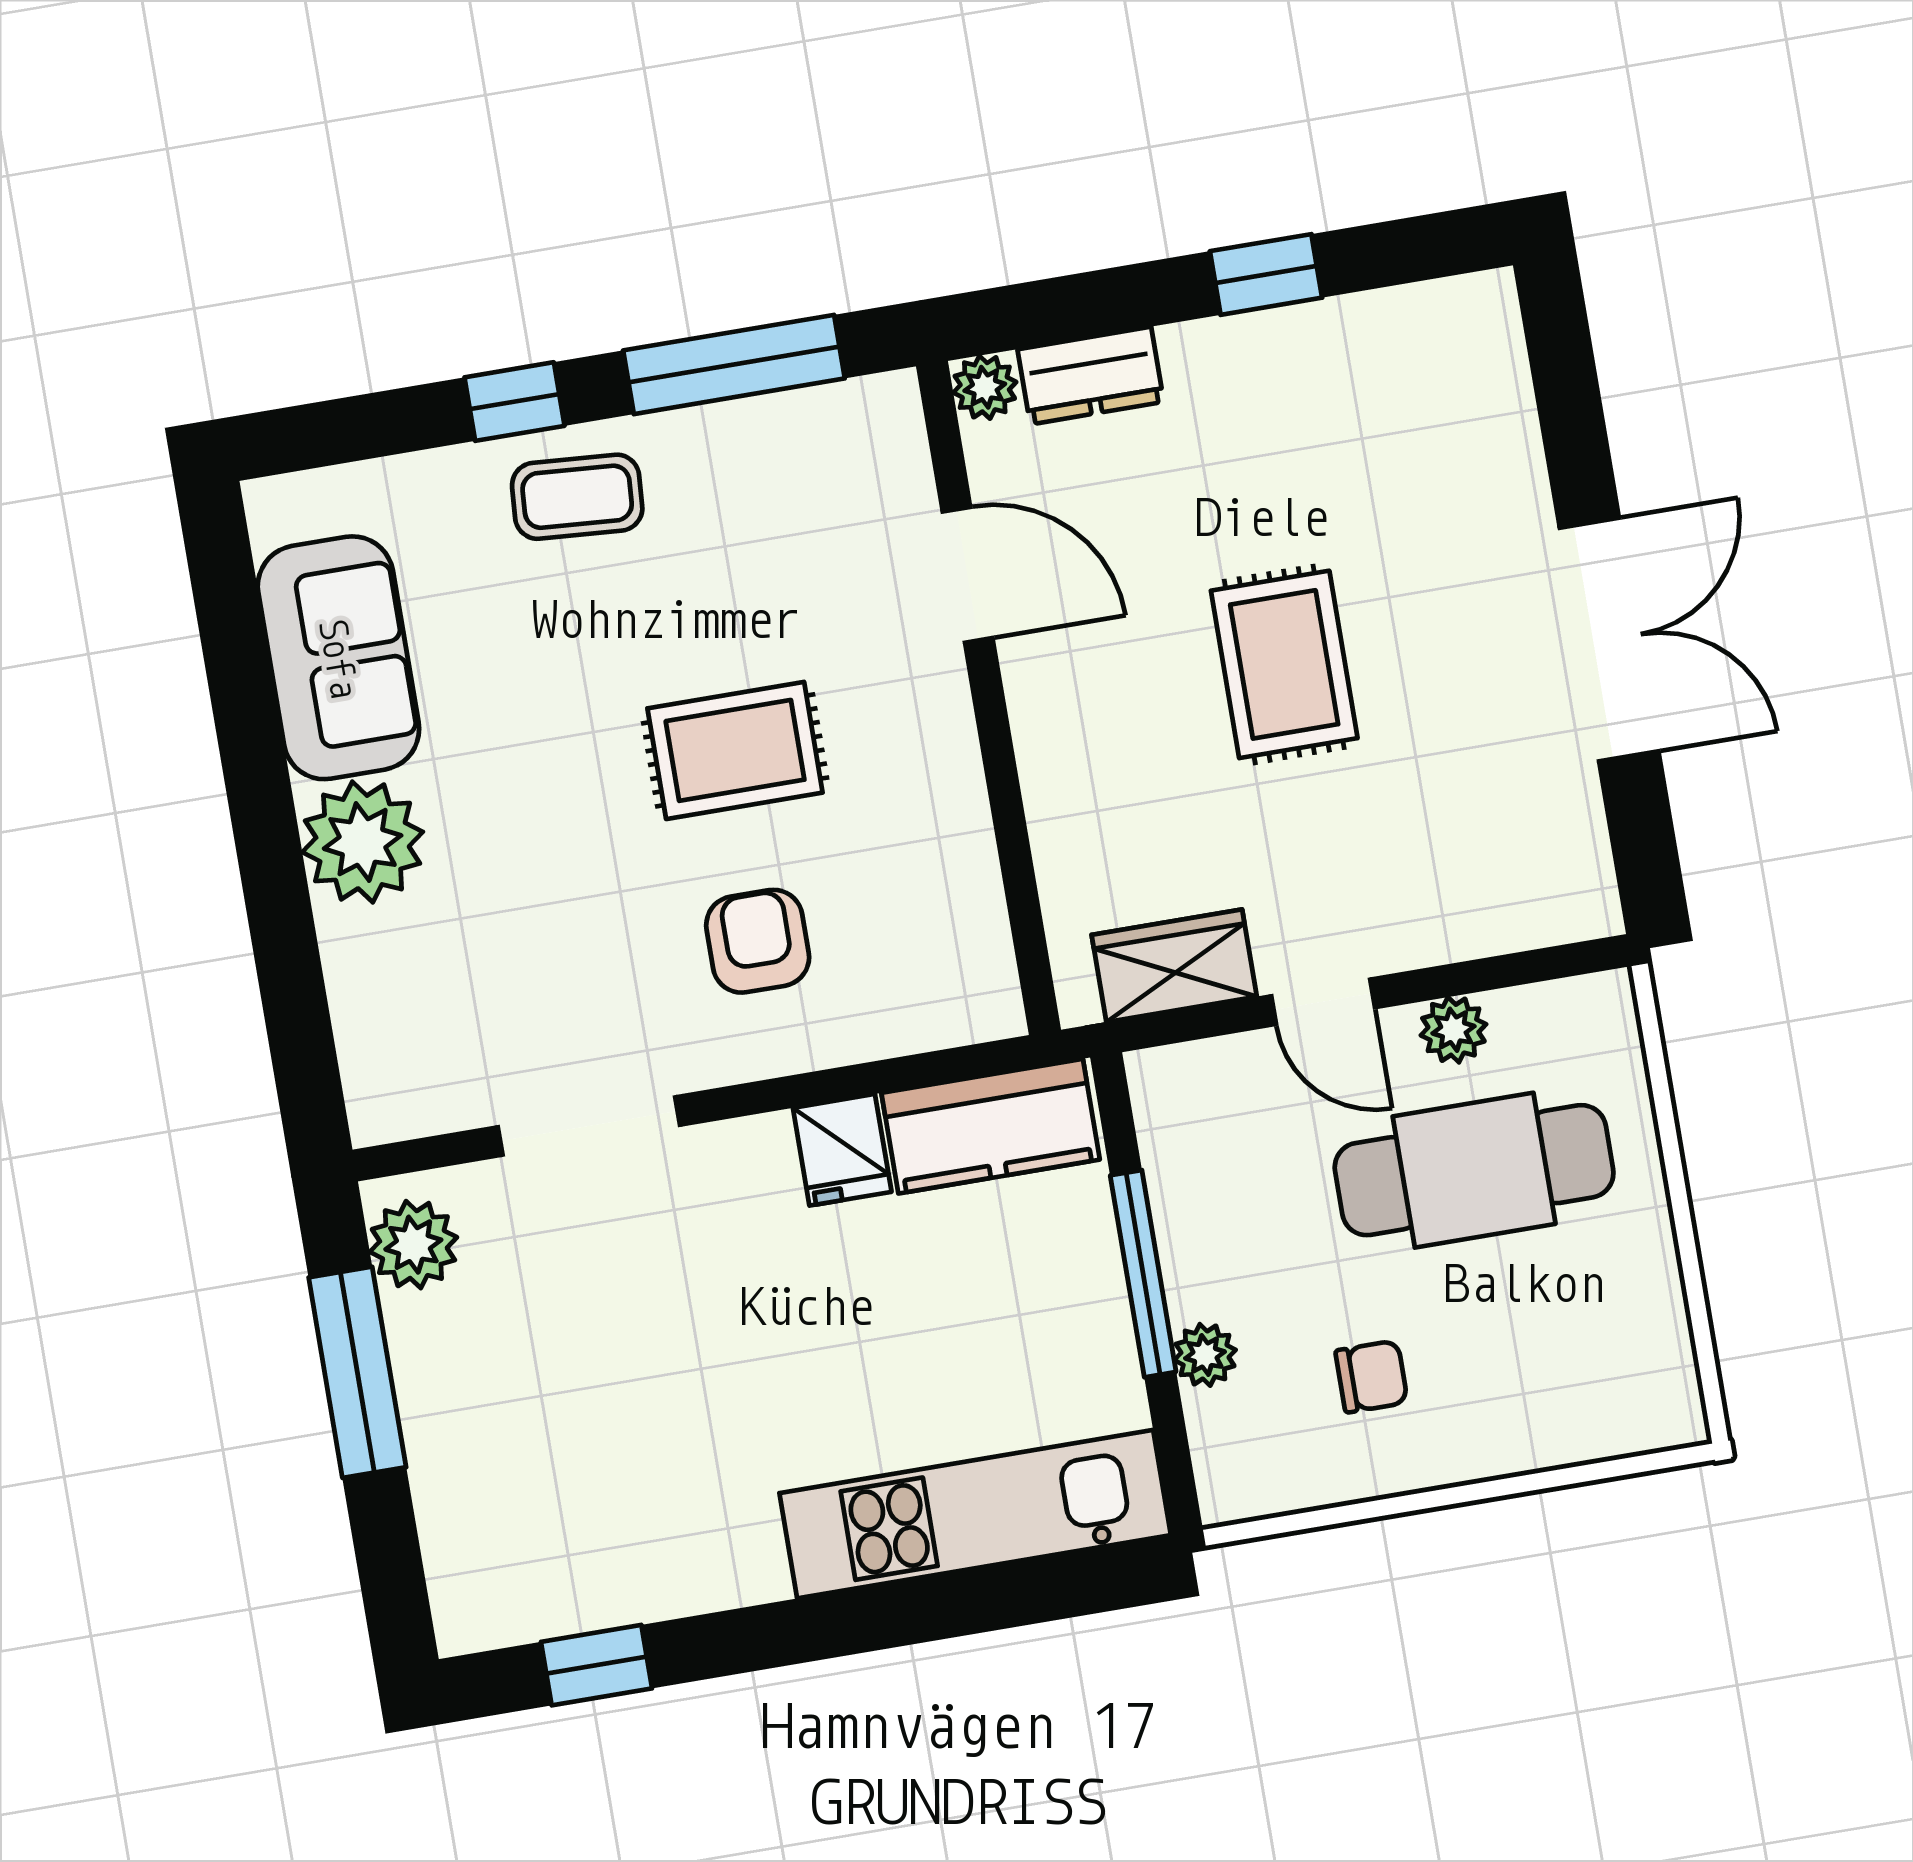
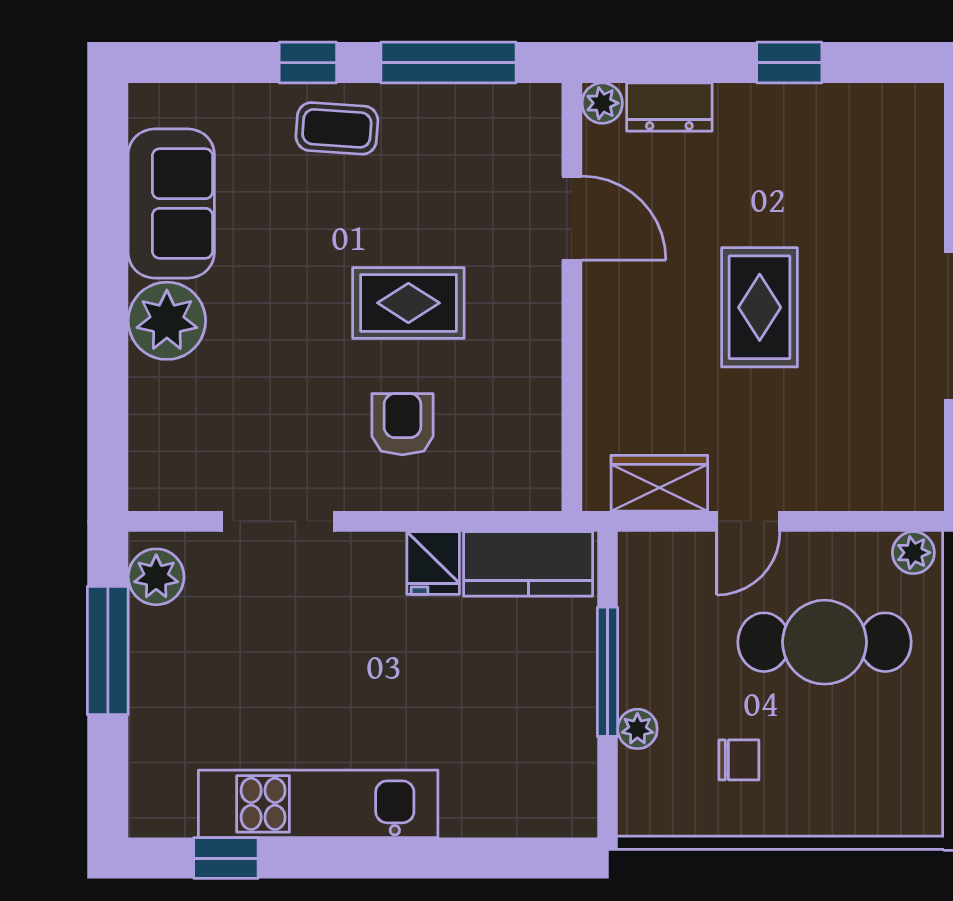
door: (1323, 1002) -> (748, 521), hinge flipped
plant: (1453, 1030) -> (913, 553), moved
kitchen unit: (975, 1514) -> (318, 804), moved

